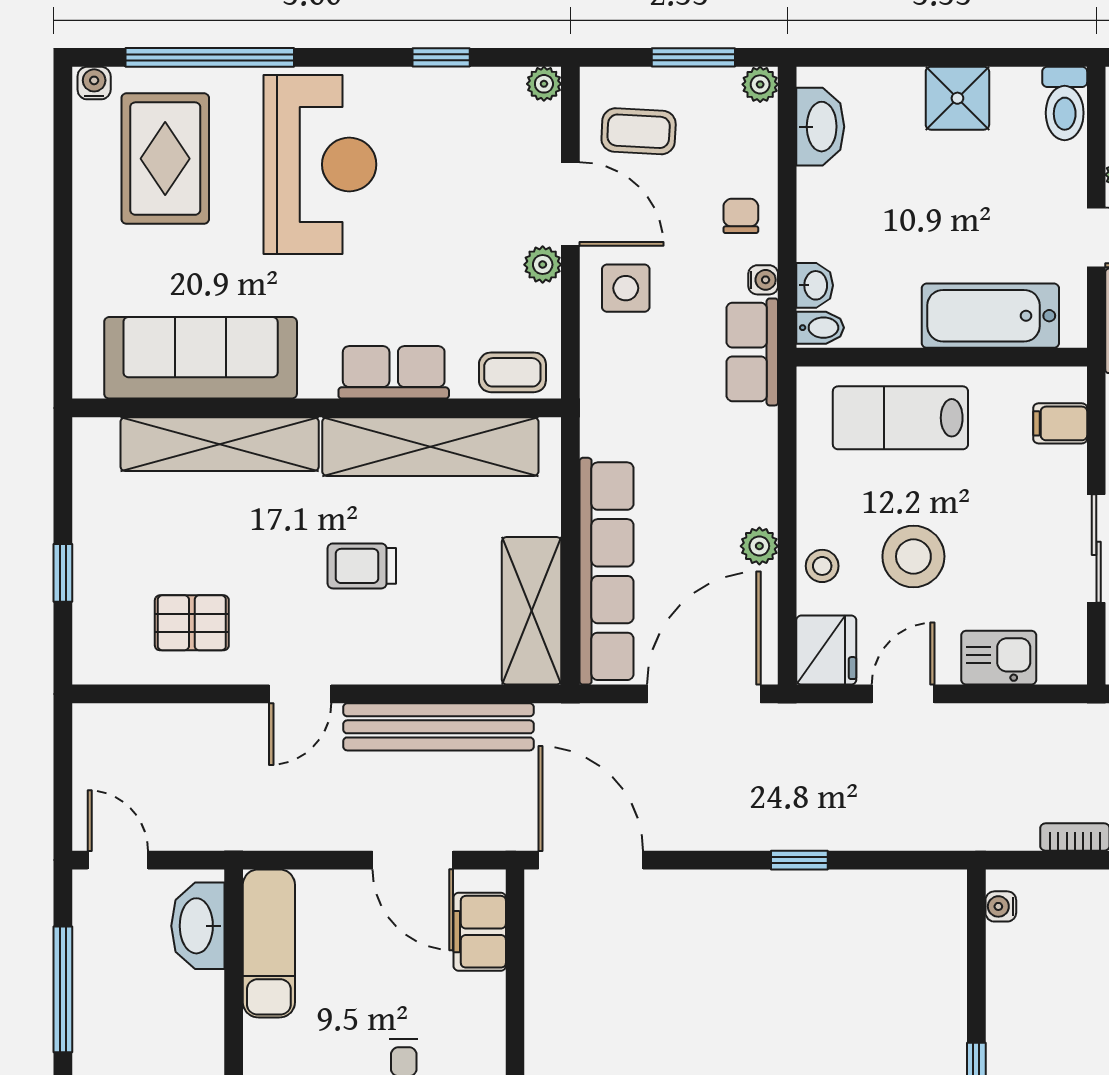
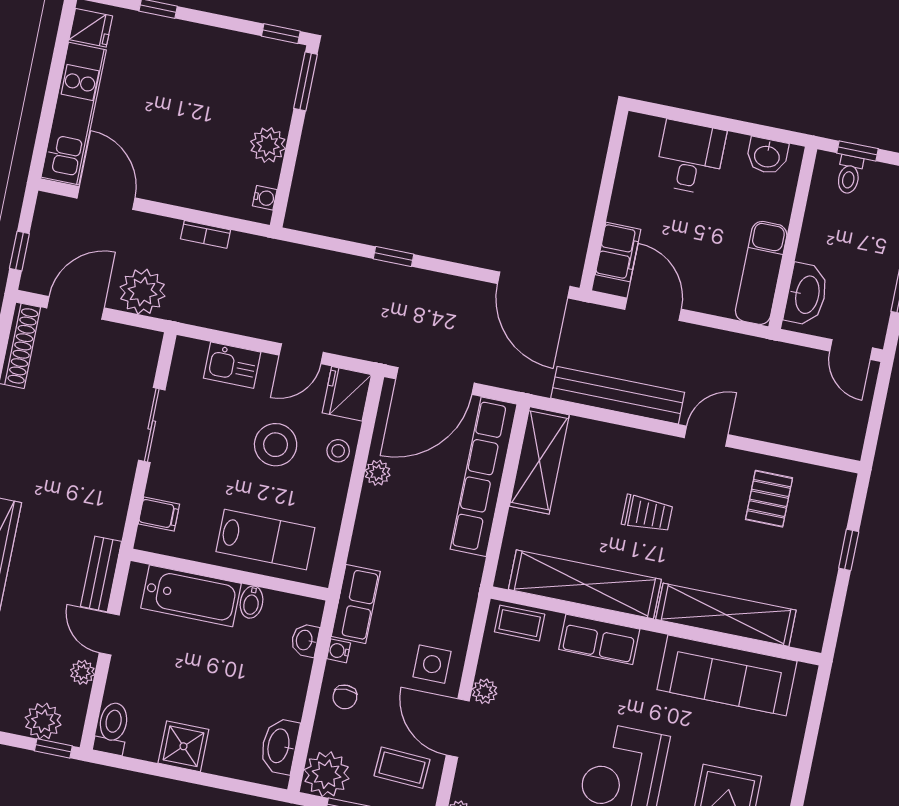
plant: (760, 84) -> (327, 774), width x1.88, depth x1.88
bidet: (820, 328) -> (251, 602), moved, turned -90
pallet: (192, 623) -> (769, 499), turned 90
plant: (1012, 983) -> (268, 145), added

